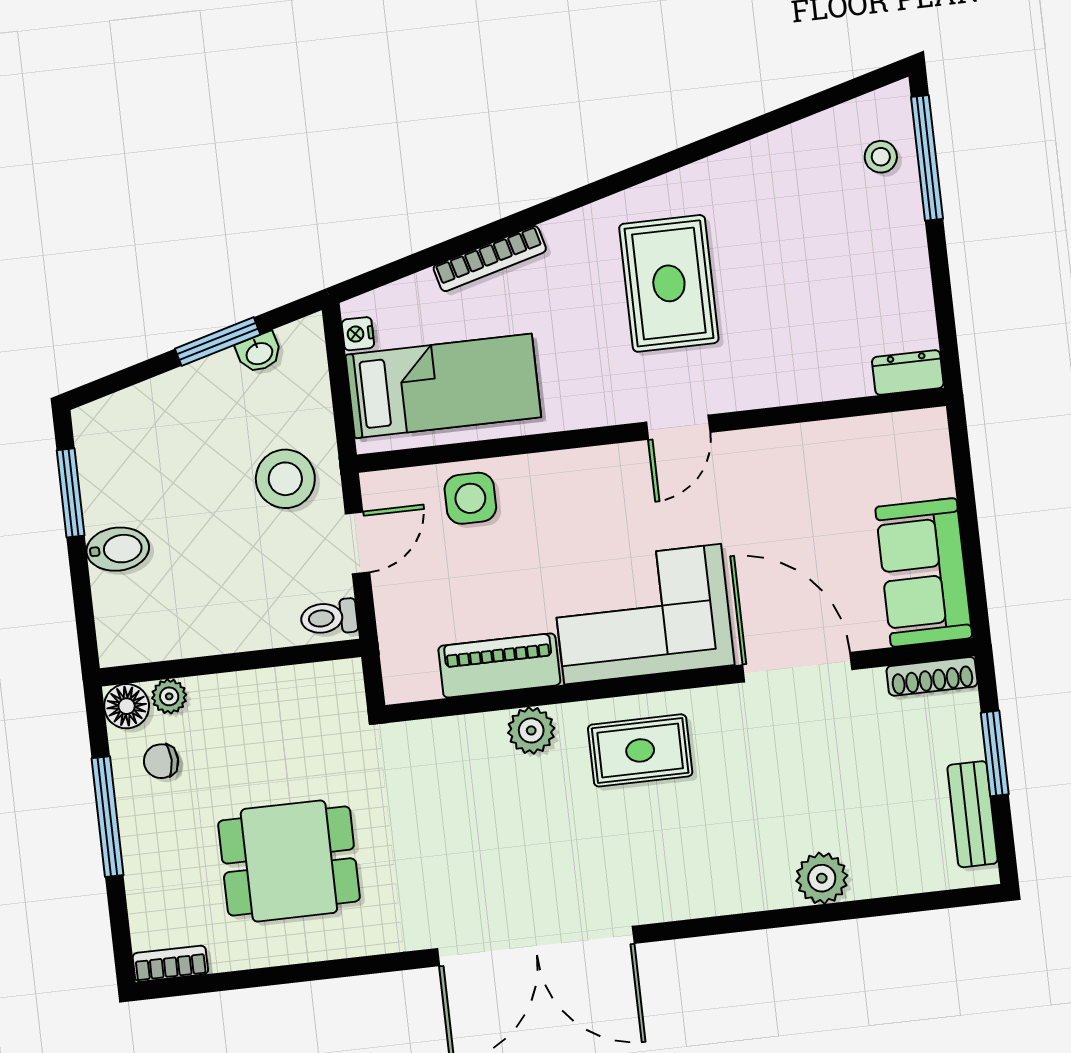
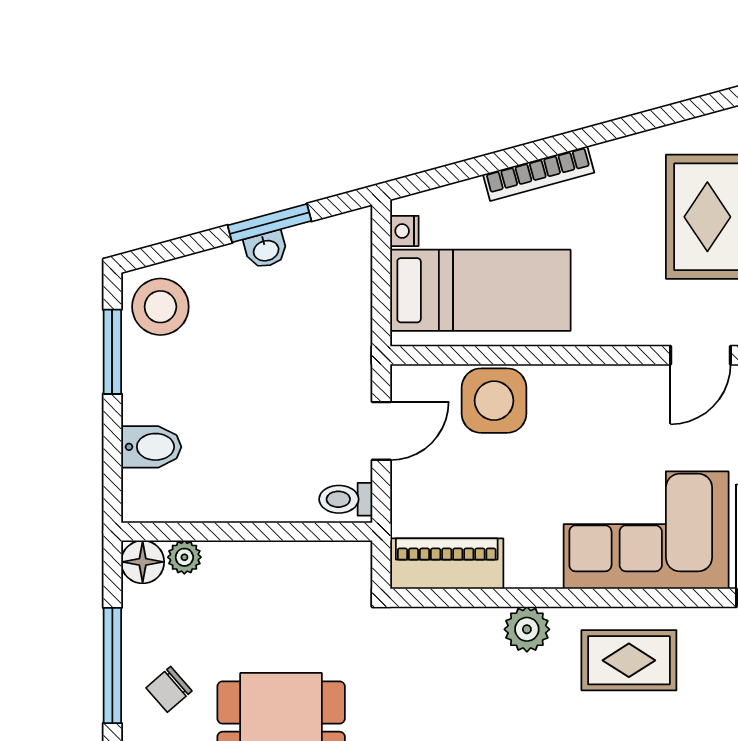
washbasin: (259, 353) -> (266, 250), moved
stool: (285, 479) -> (160, 307), moved
side table: (470, 498) -> (494, 401), width x1.37, depth x1.37
bidet: (118, 549) -> (151, 447), moved
piano: (499, 666) -> (447, 564), moved
chair: (161, 761) -> (169, 689), moved, turned -41

